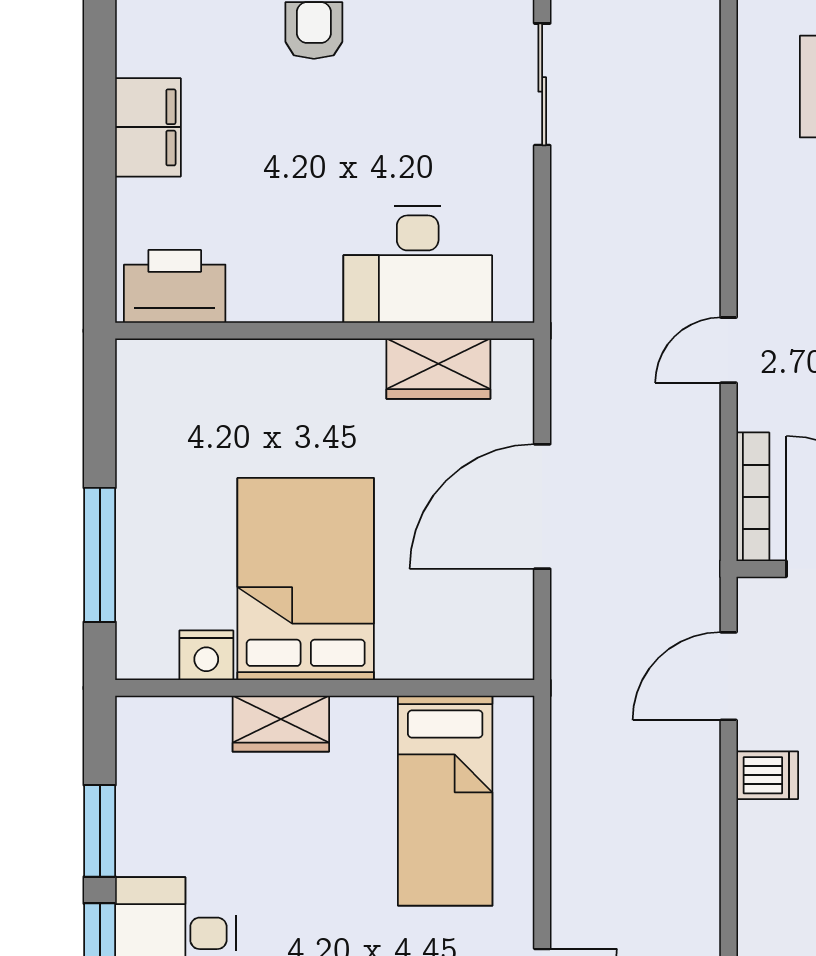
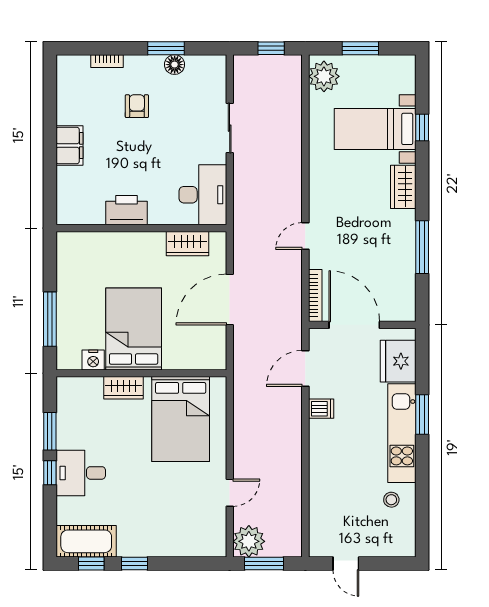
desk: (418, 265) -> (203, 195), moved, turned -90
printer: (175, 286) -> (127, 210), moved
bed: (445, 801) -> (181, 419), width x1.50

